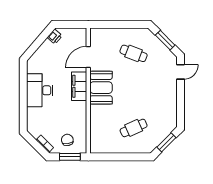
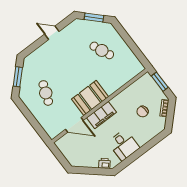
printer: (55, 36) -> (104, 163), moved
door: (181, 72) -> (52, 33), moved
desk: (40, 90) -> (124, 145), width x0.73
chair: (67, 140) -> (143, 112), moved

